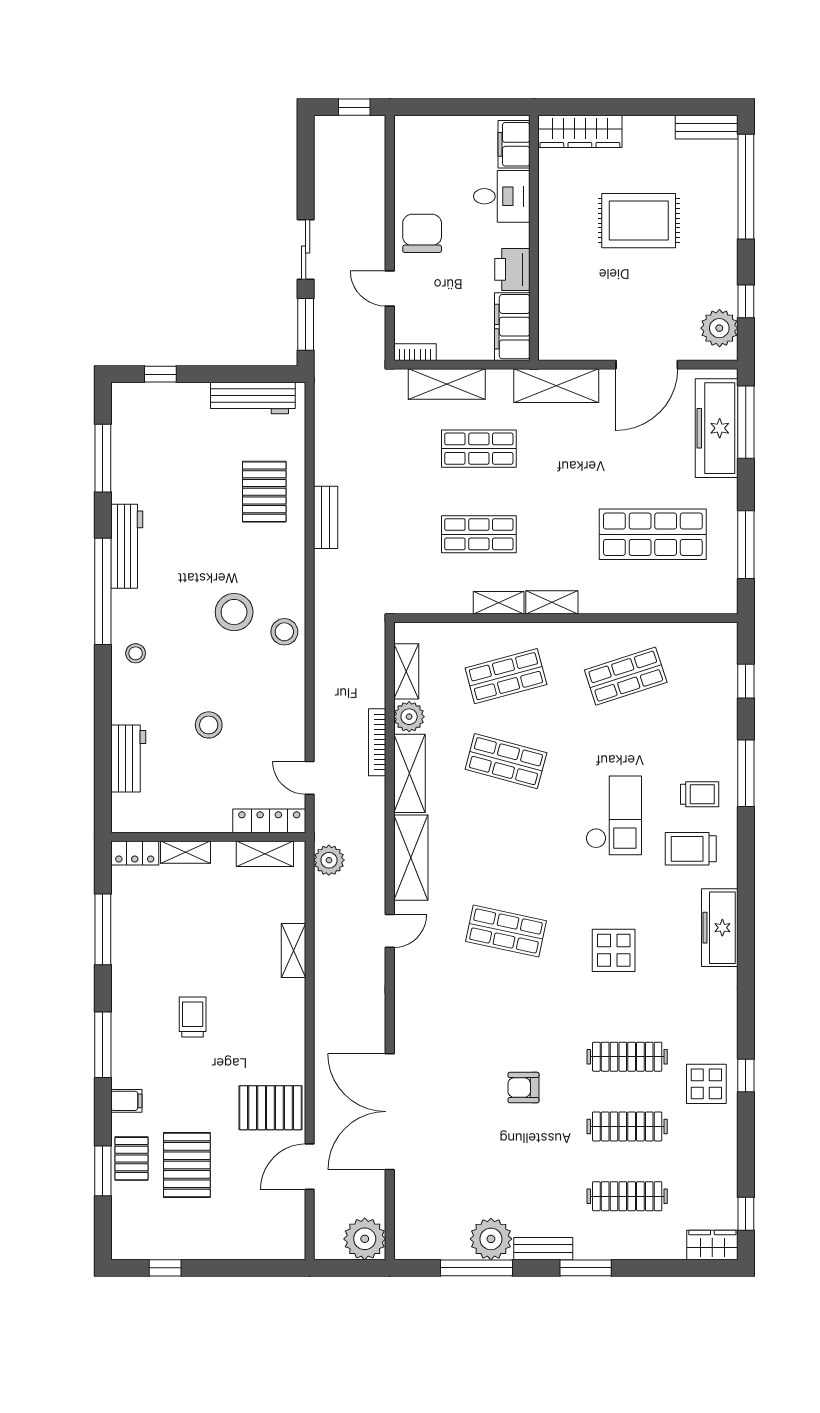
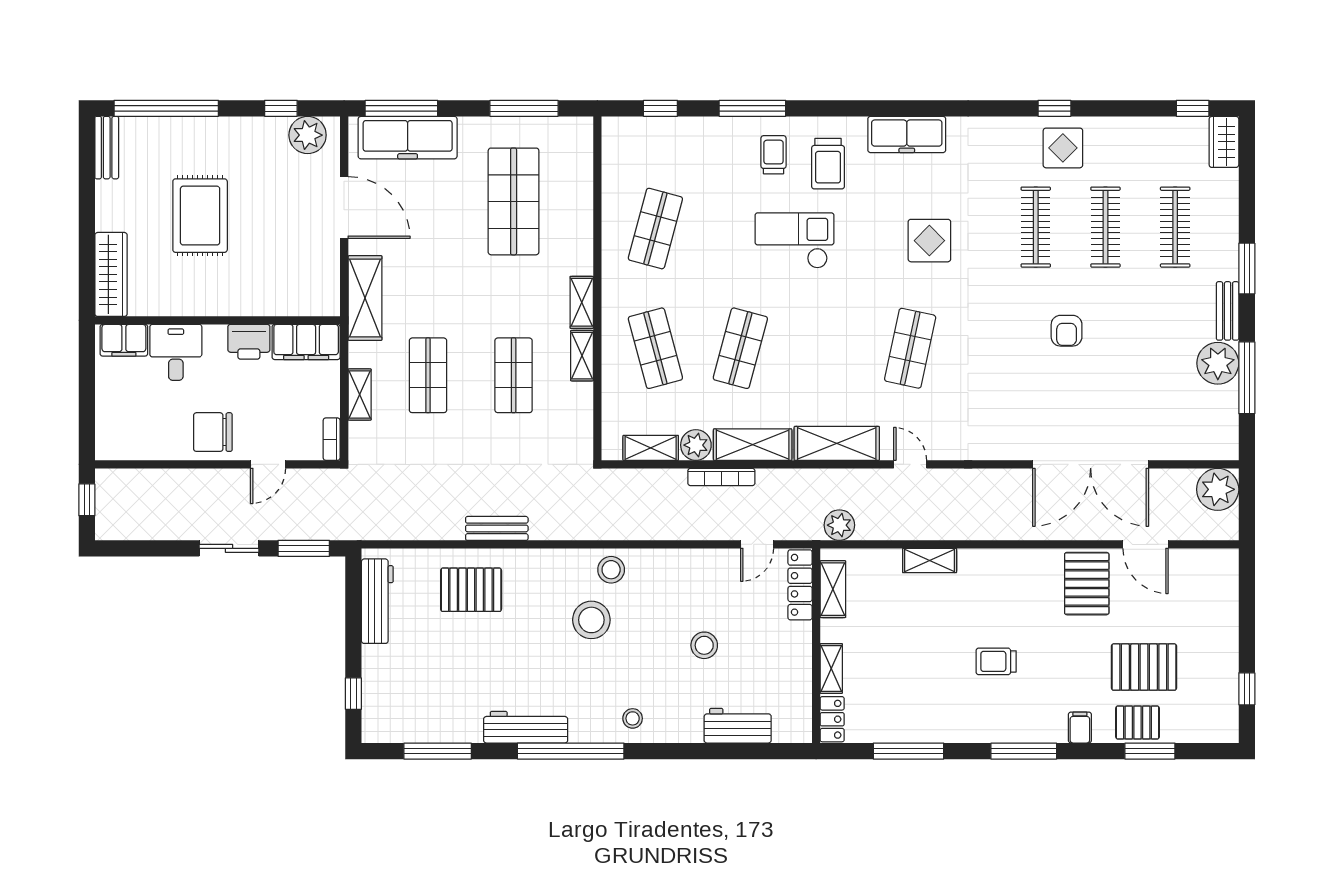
shelving: (447, 384) -> (360, 395), width x0.67, depth x0.75
shop shelf: (626, 676) -> (655, 229), turned 33

